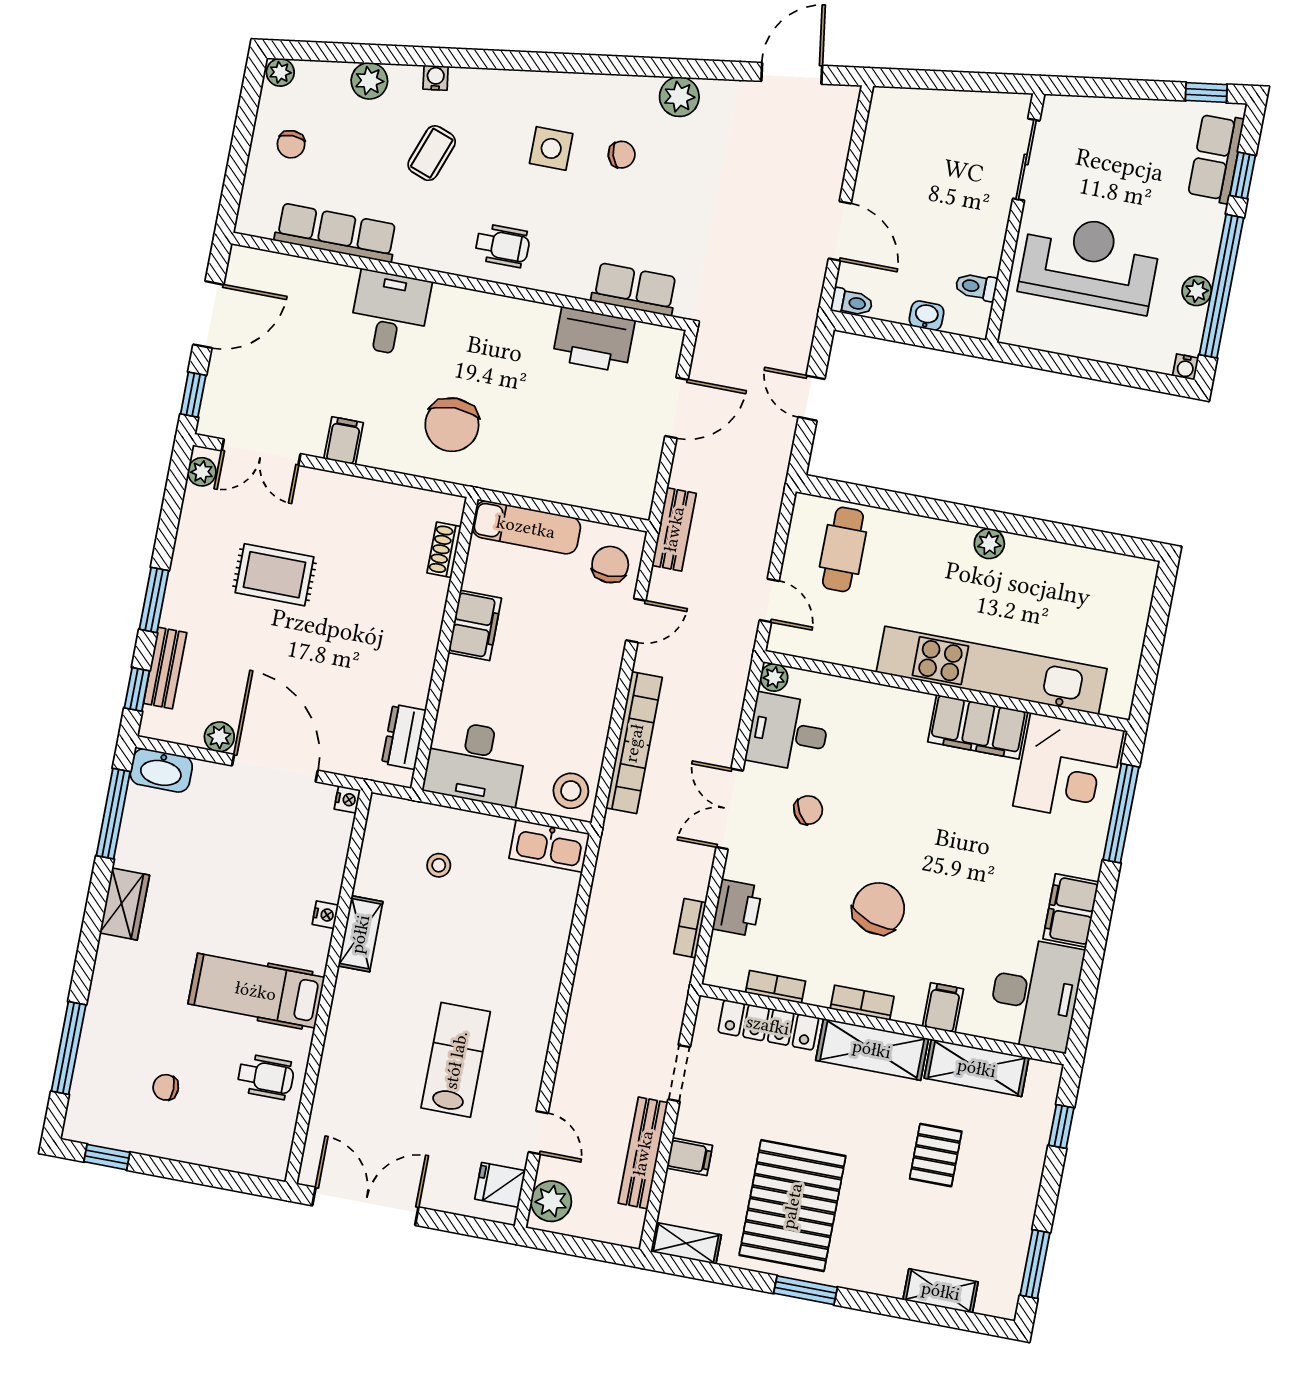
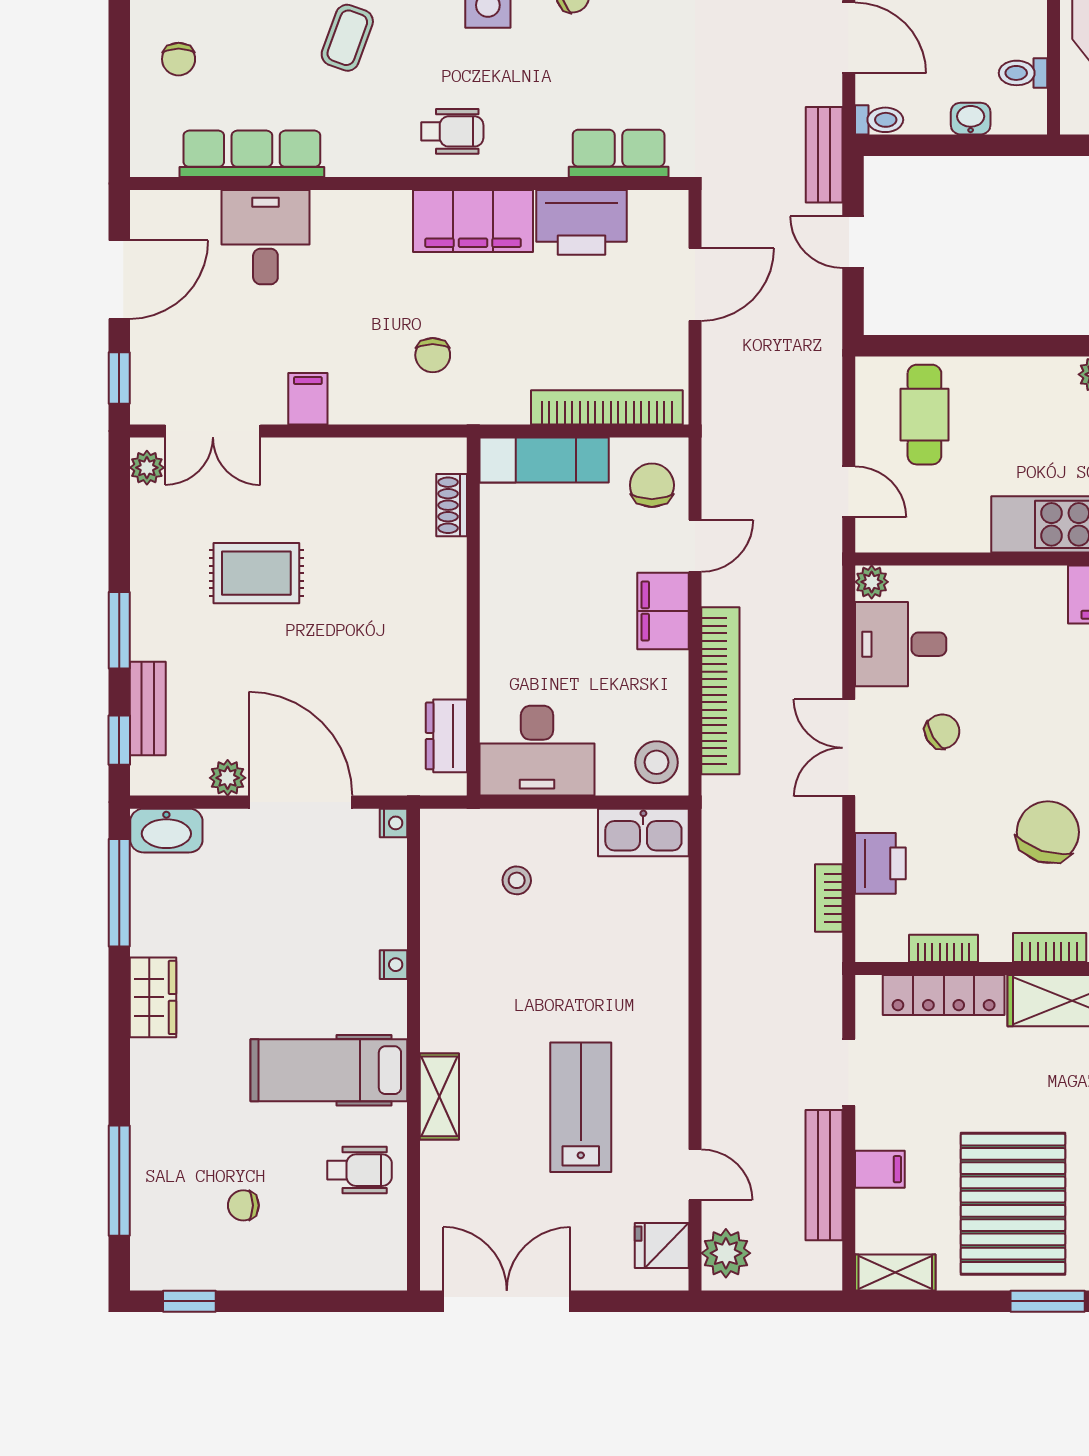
desk: (390, 313) -> (265, 237), moved
filing cabinet: (506, 322) -> (473, 221), added
chair: (452, 425) -> (433, 355), width x0.54, depth x0.54
bookcase: (586, 494) -> (607, 407), added
bench: (674, 529) -> (824, 155), moved
filing cabinet: (475, 625) -> (663, 611), moved, turned 180
shelving: (360, 934) -> (439, 1096), moved

